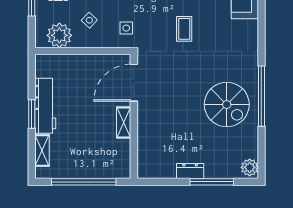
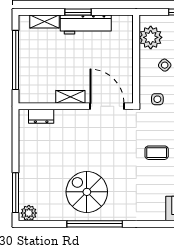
spiral stairs: (227, 105) -> (87, 192), turned 90
dresser: (190, 171) -> (41, 116), moved, turned 90
window: (212, 182) -> (16, 193), moved

